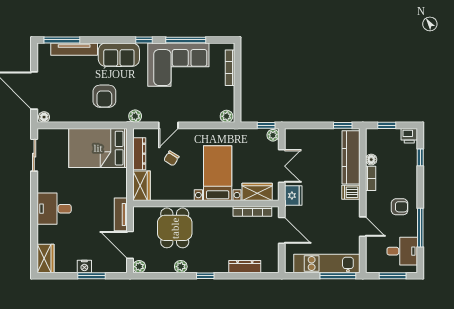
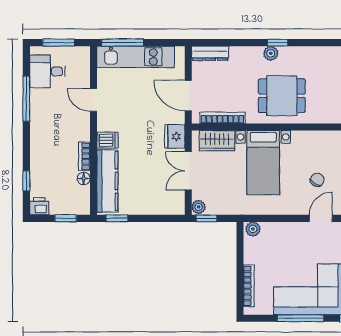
armchair: (400, 207) -> (51, 123), removed
dining table: (175, 228) -> (282, 96), moved, turned 90
plant: (181, 267) -> (271, 53), moved
dresser: (245, 267) -> (210, 53), moved

